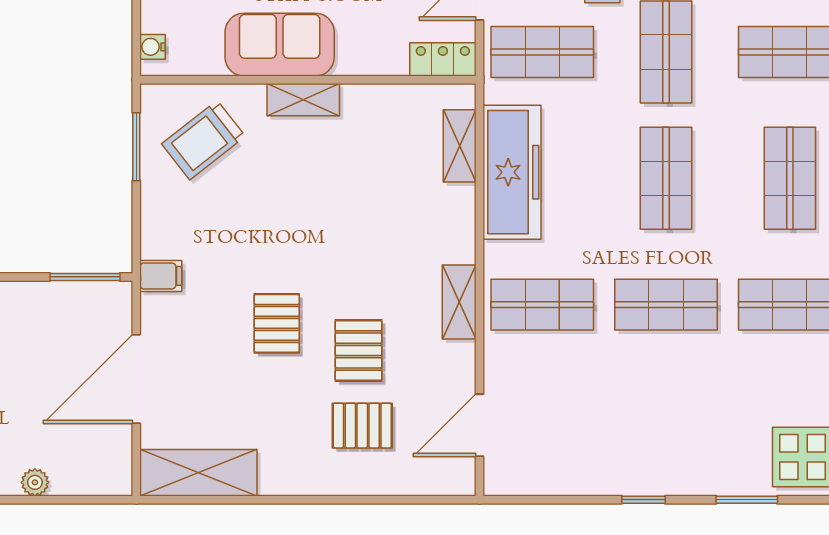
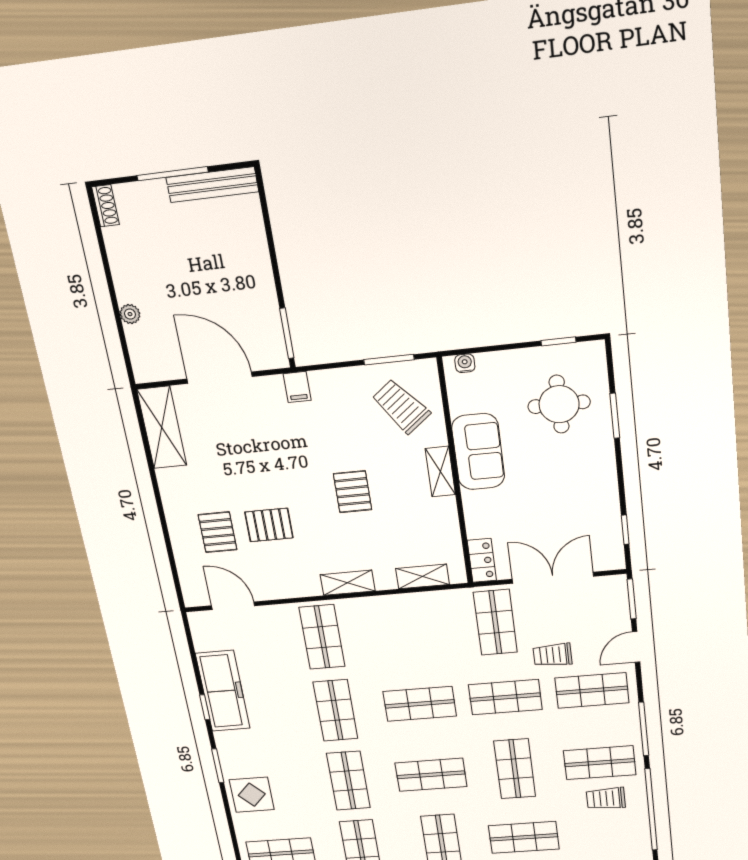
freezer: (512, 172) -> (223, 691), moved, turned -90
shelving: (459, 302) -> (348, 583), moved
pallet: (277, 323) -> (353, 492), moved, turned 90

